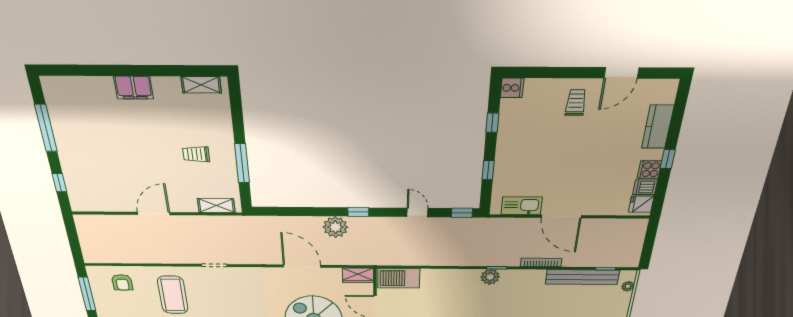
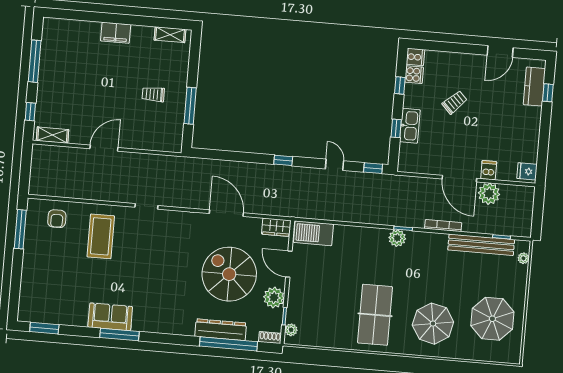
trolley: (576, 103) -> (455, 102), moved, turned 46
kitchen counter: (658, 127) -> (534, 87), moved
window: (668, 159) -> (548, 93), moved
cooker: (649, 170) -> (414, 75), moved, turned 180
dishwasher: (645, 187) -> (489, 170), moved, turned 90
shelving: (216, 205) -> (52, 135), moved
kitchen sink: (522, 206) -> (410, 126), moved, turned 90
plant: (335, 227) -> (489, 194), moved

